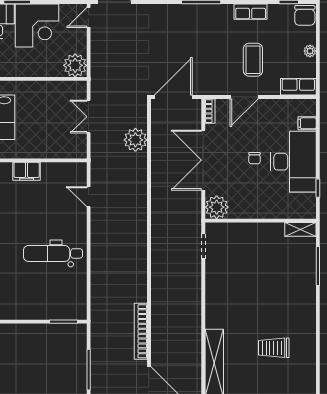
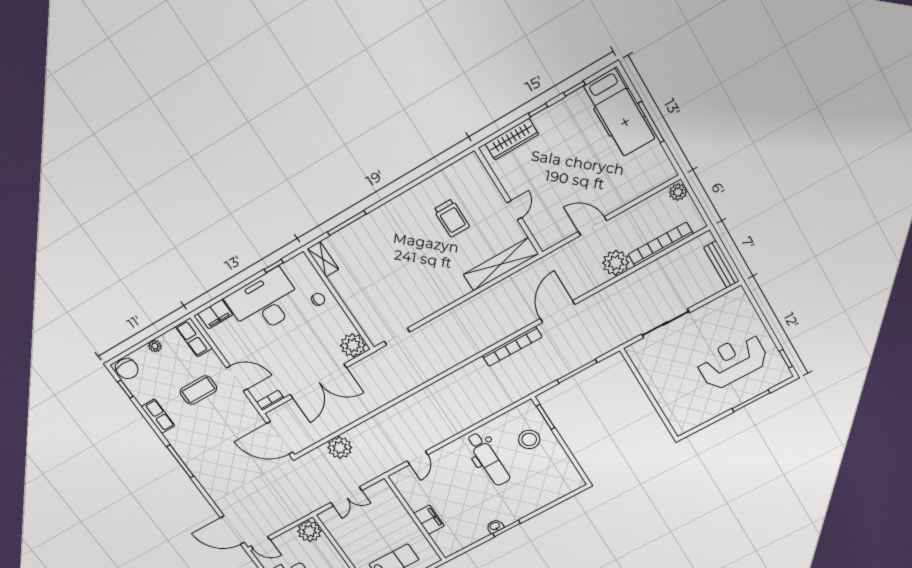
chair: (305, 15) -> (127, 369), turned 90
filing cabinet: (307, 123) -> (215, 314), width x2.00
chair: (255, 158) -> (318, 299), moved
stool: (51, 297) -> (529, 439), added

